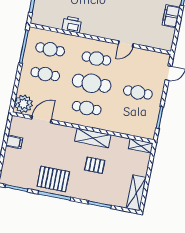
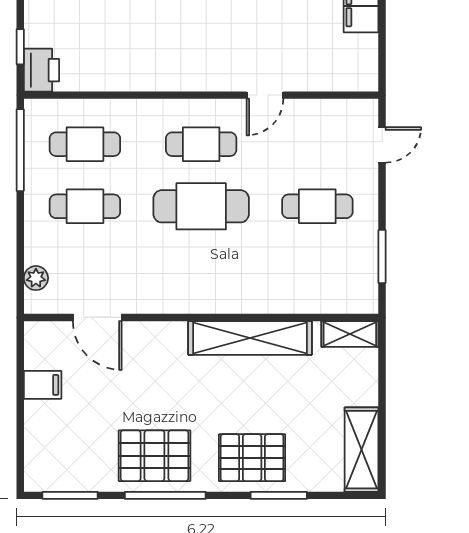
printer: (72, 24) -> (42, 70), moved, turned 90
plant: (23, 104) -> (36, 278), width x0.53, depth x0.53
cafe table: (87, 108) -> (201, 268), removed
door: (41, 119) -> (97, 317), swing flipped
shelving: (93, 138) -> (250, 338), width x1.47
pallet: (95, 165) -> (252, 458), moved, width x1.50, depth x1.42

